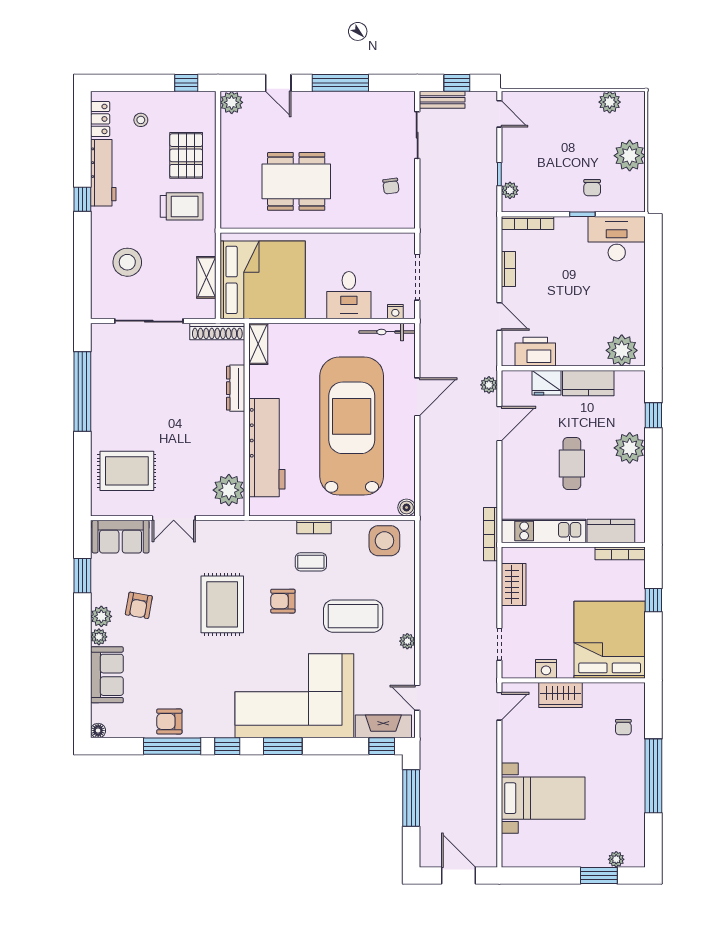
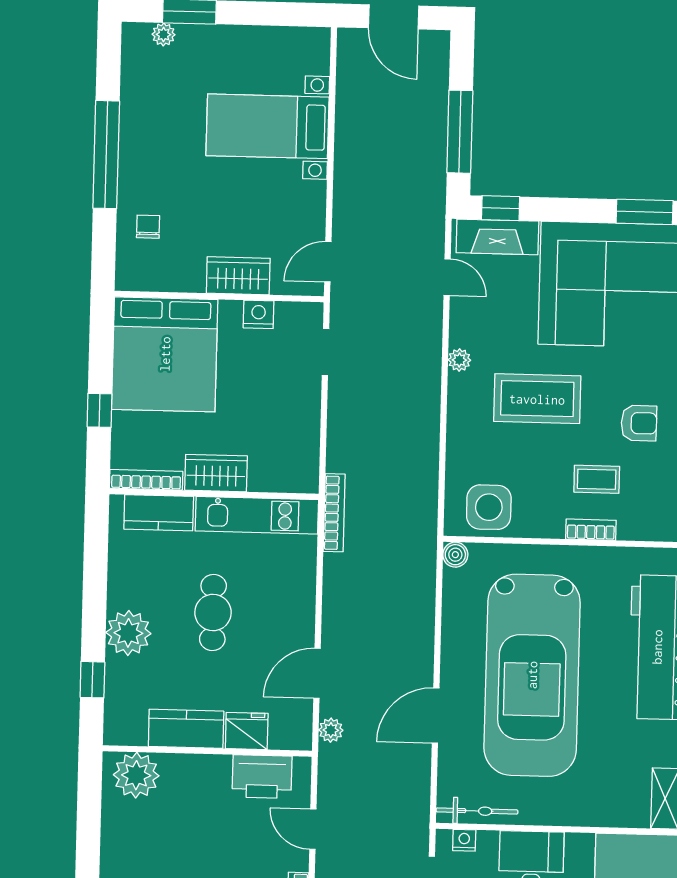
wardrobe: (514, 584) -> (216, 473), moved, turned 90

